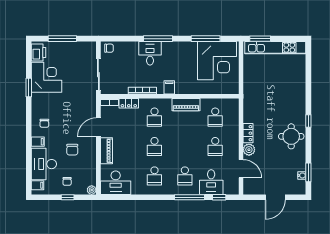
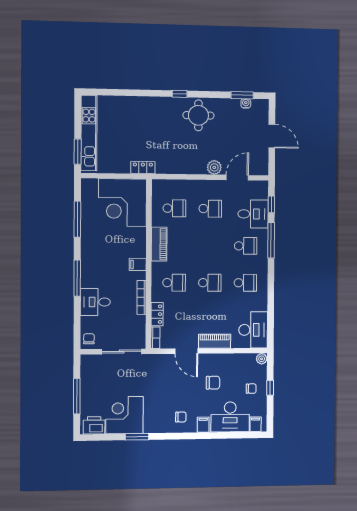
desk: (150, 53) -> (95, 302), moved
corner desk: (217, 61) -> (123, 203), moved, turned 180
locker: (248, 133) -> (143, 168), moved

